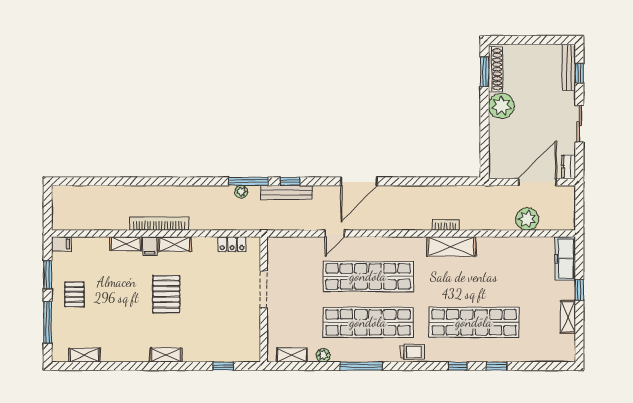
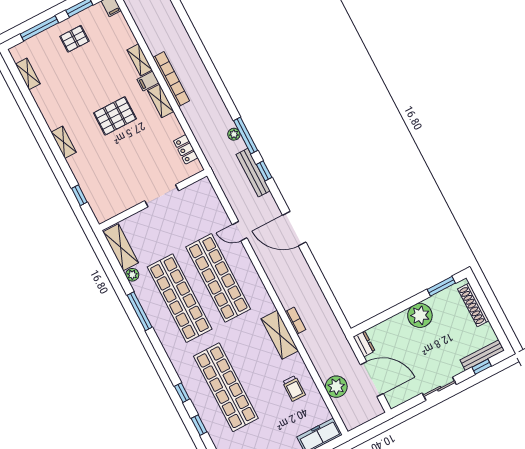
shoe rack: (496, 69) -> (473, 305), moved, turned 90
dresser: (568, 167) -> (364, 344), moved, turned 90
trolley: (412, 352) -> (294, 388), moved
shelving: (292, 355) -> (121, 247), width x1.50, depth x1.33

